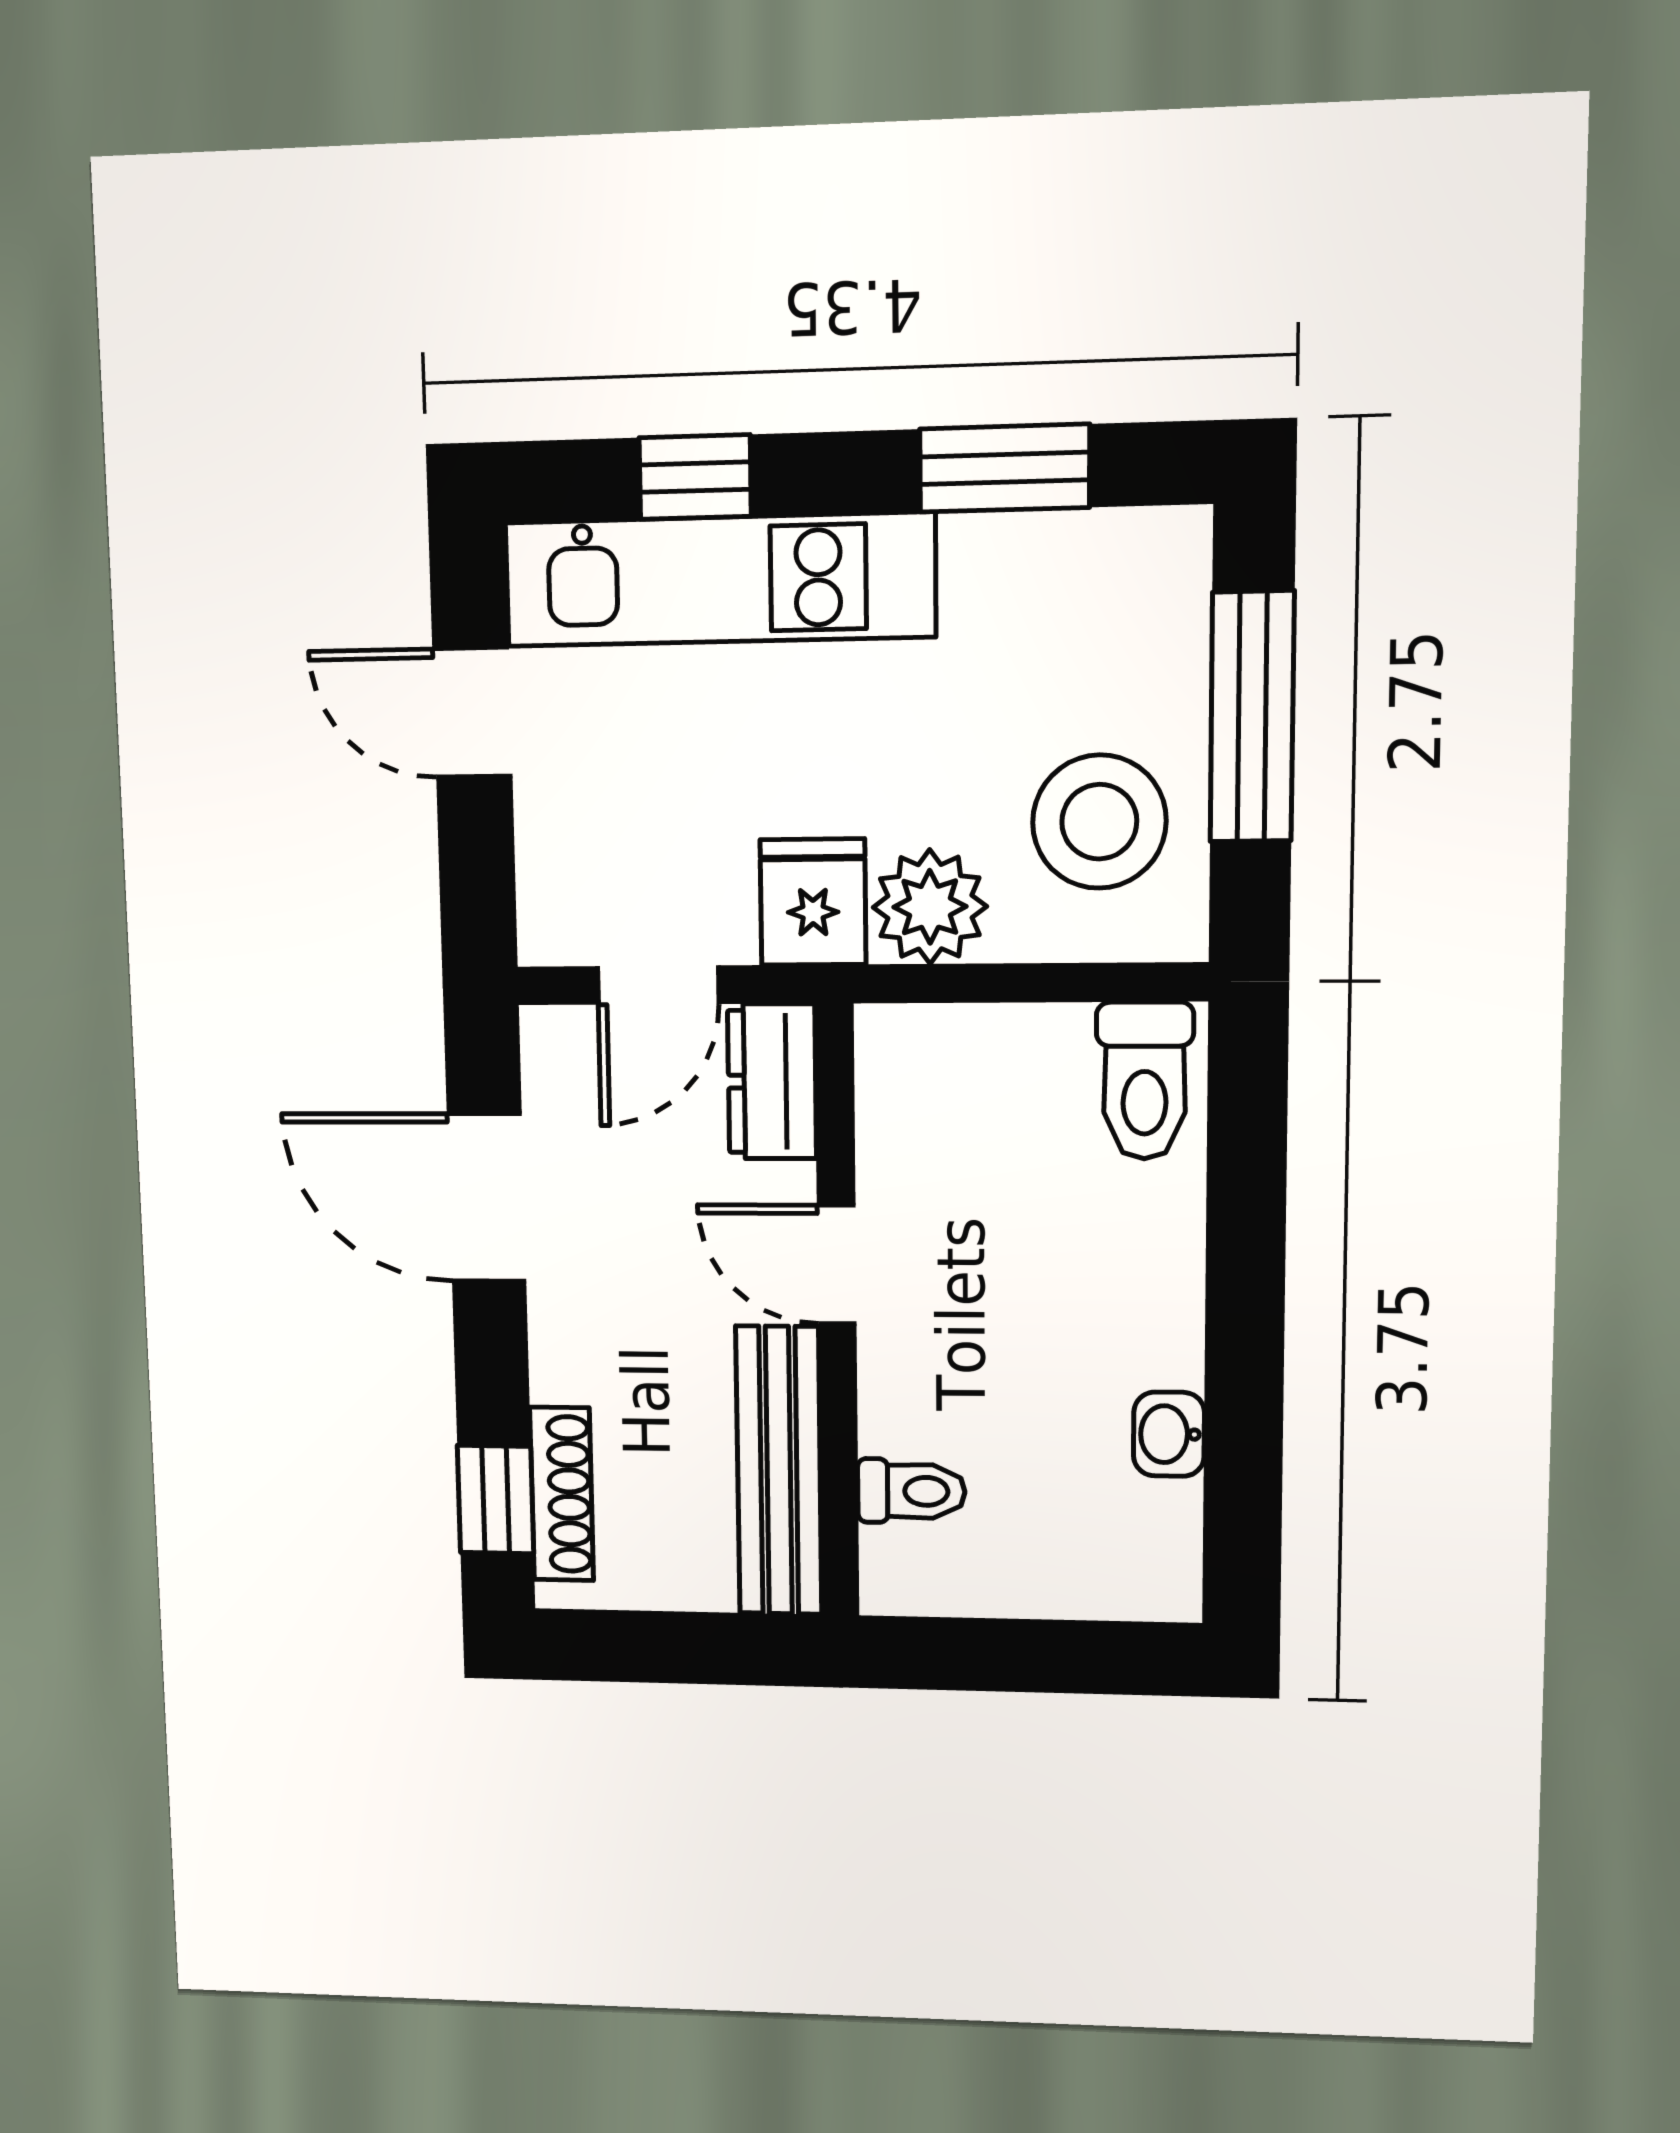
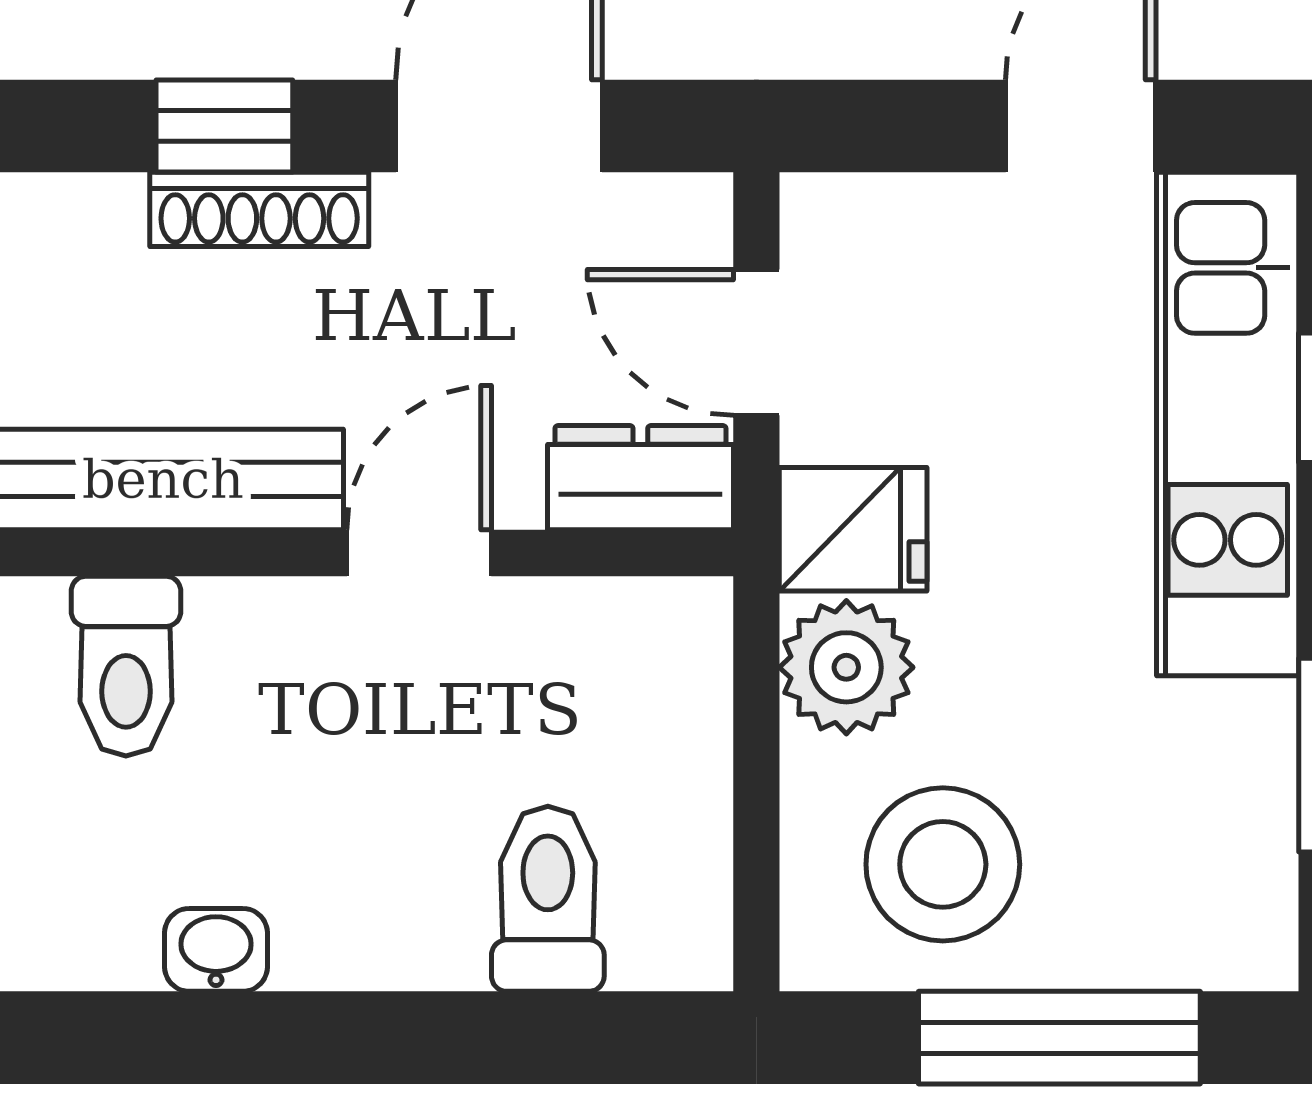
toilet: (1145, 1081) -> (548, 899), moved, turned 90
toilet: (911, 1491) -> (126, 666), width x1.37, depth x1.39
shoe rack: (562, 1494) -> (259, 209), moved
window: (496, 1500) -> (224, 126), moved

